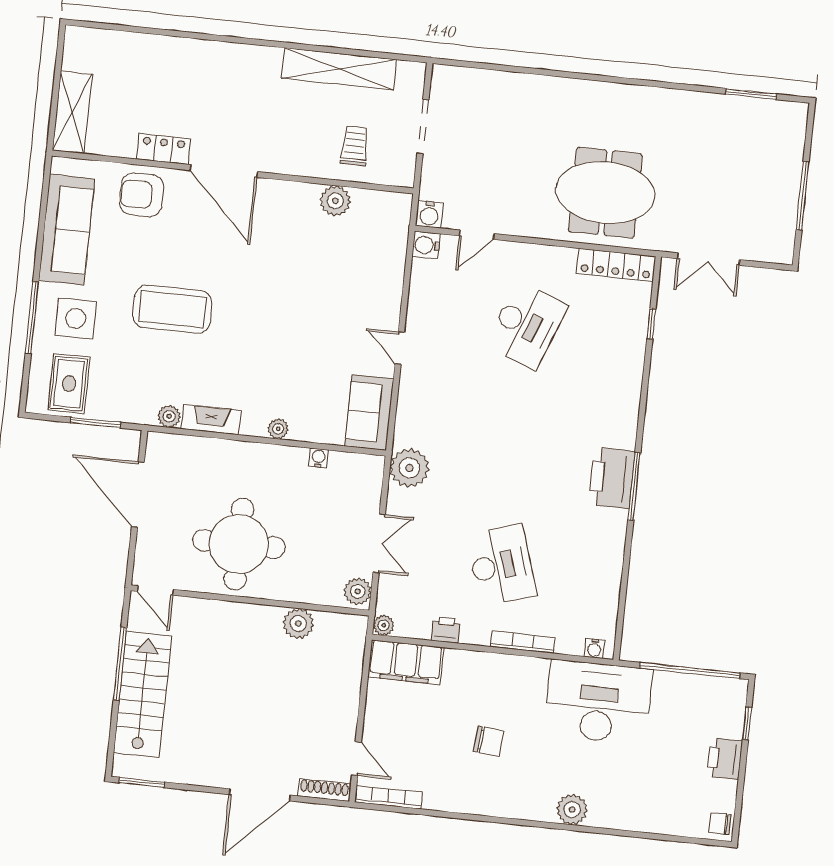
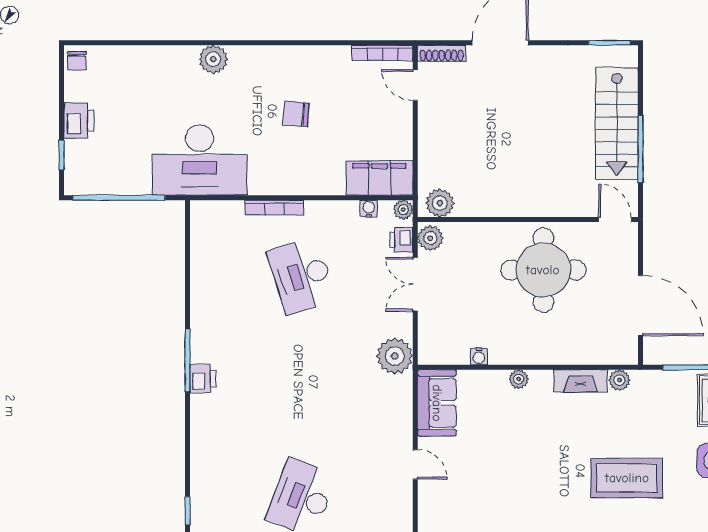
printer: (612, 478) -> (203, 379), width x0.53, depth x0.68
plant: (298, 624) -> (440, 203), moved
printer: (446, 630) -> (401, 240), moved, turned 90
water cooler: (594, 648) -> (369, 209), moved
chair: (720, 824) -> (77, 61), turned 90

